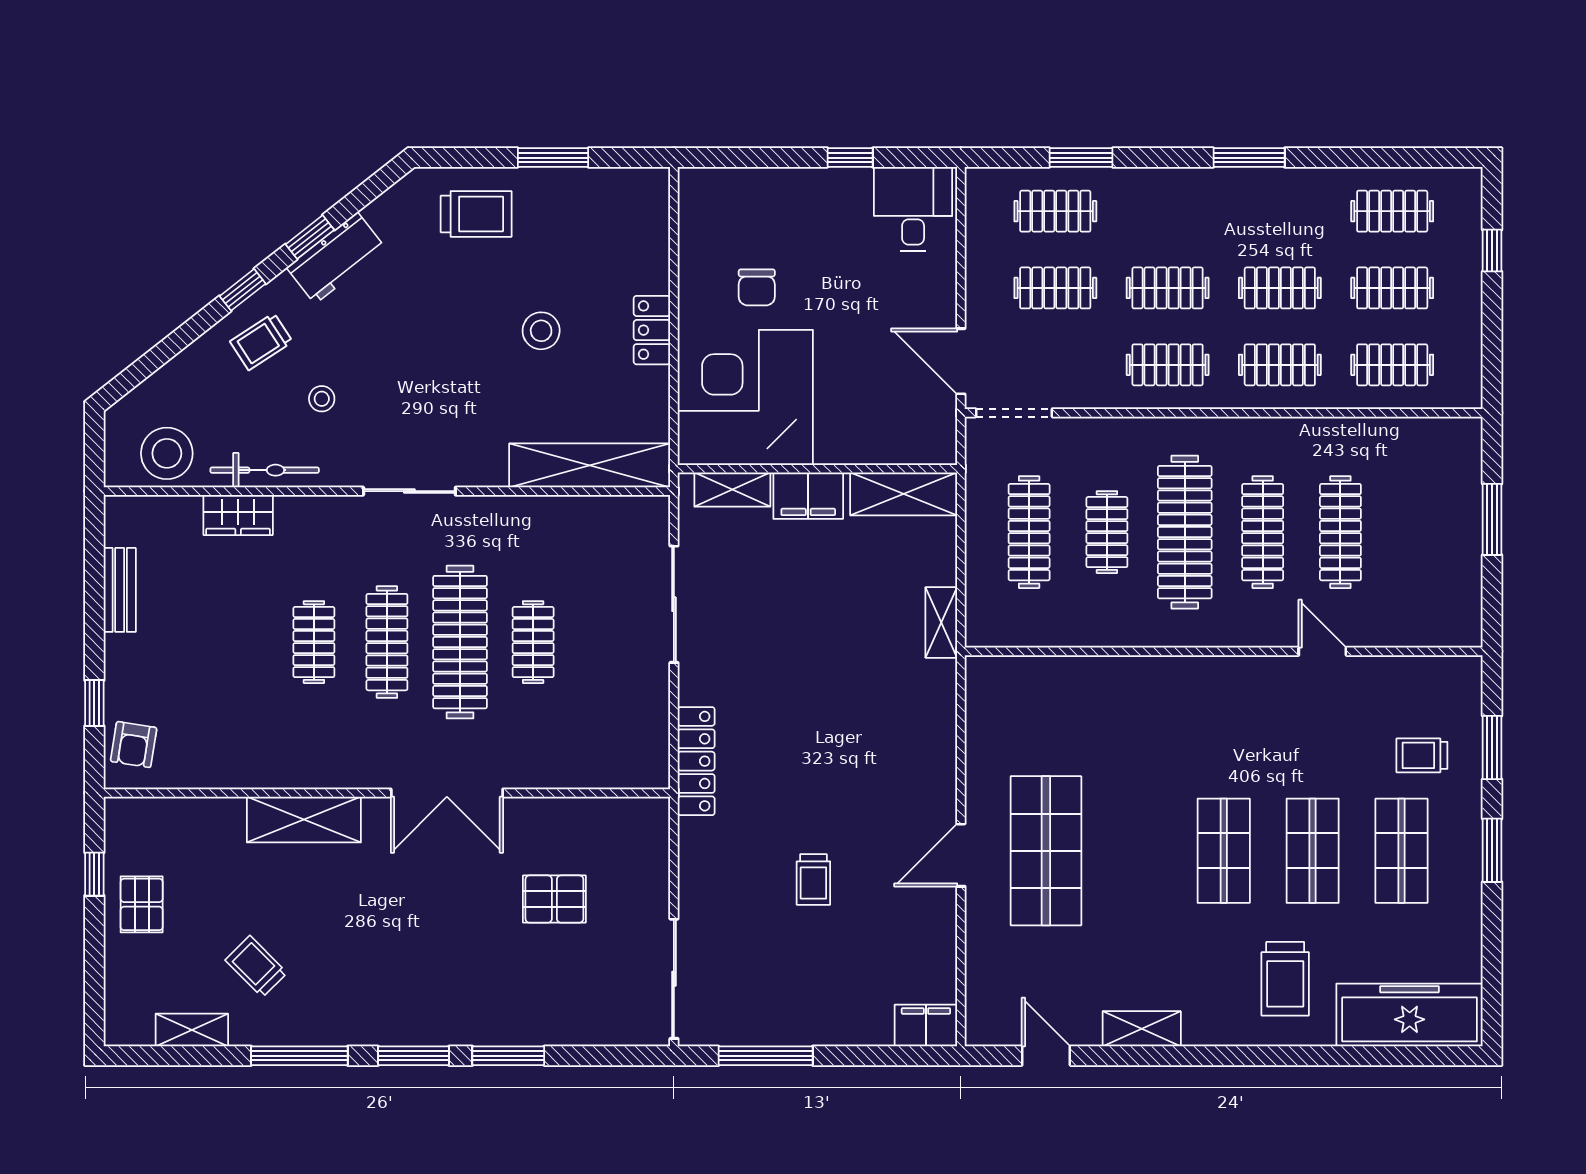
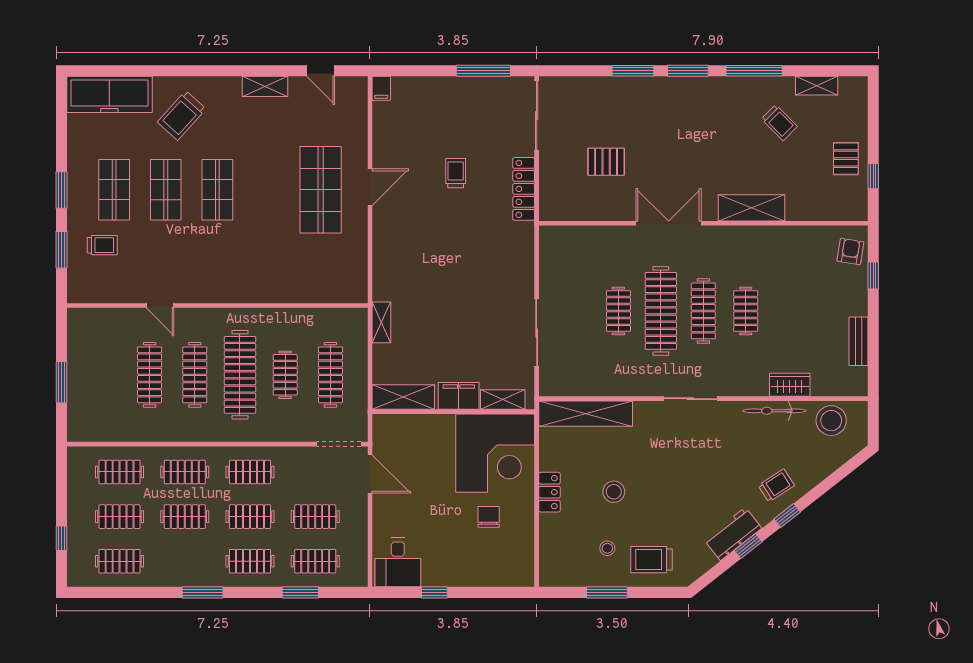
clothes rail: (1168, 211) -> (250, 561), added
stool: (322, 399) -> (607, 548), moved
locker: (696, 761) -> (524, 189), moved
trolley: (1285, 979) -> (182, 115), turned -138
filing cabinet: (926, 1026) -> (381, 88), width x0.50

